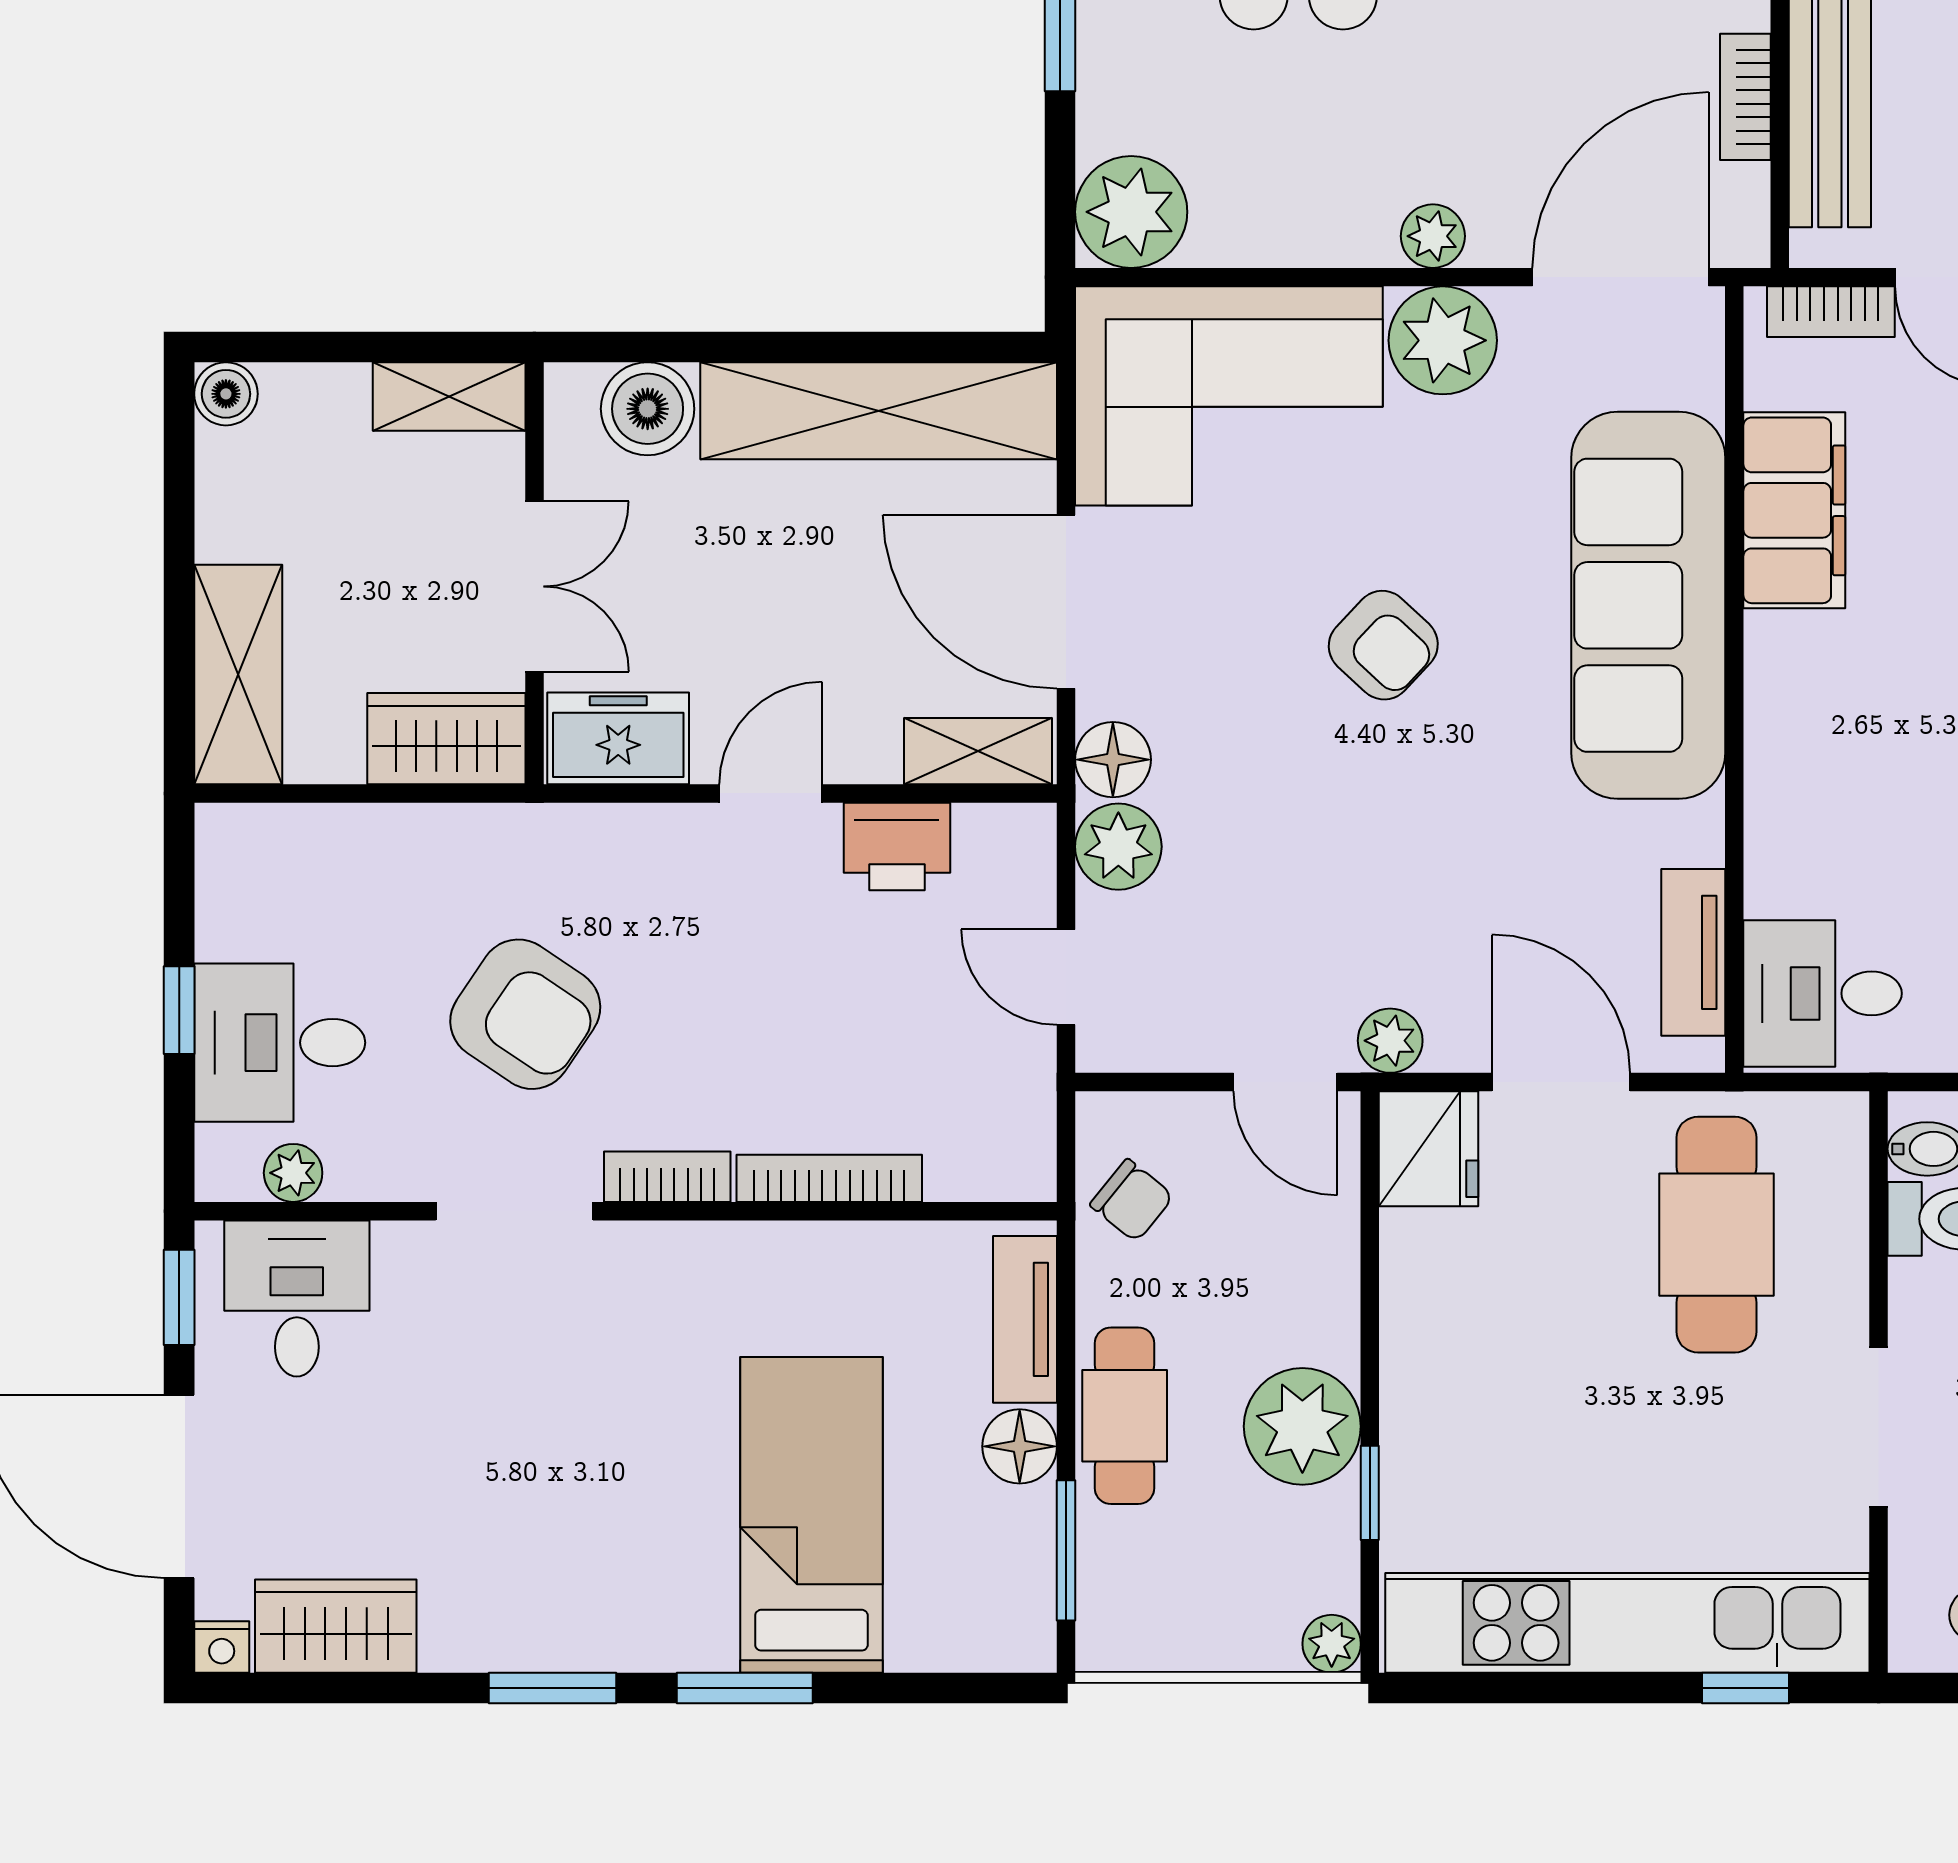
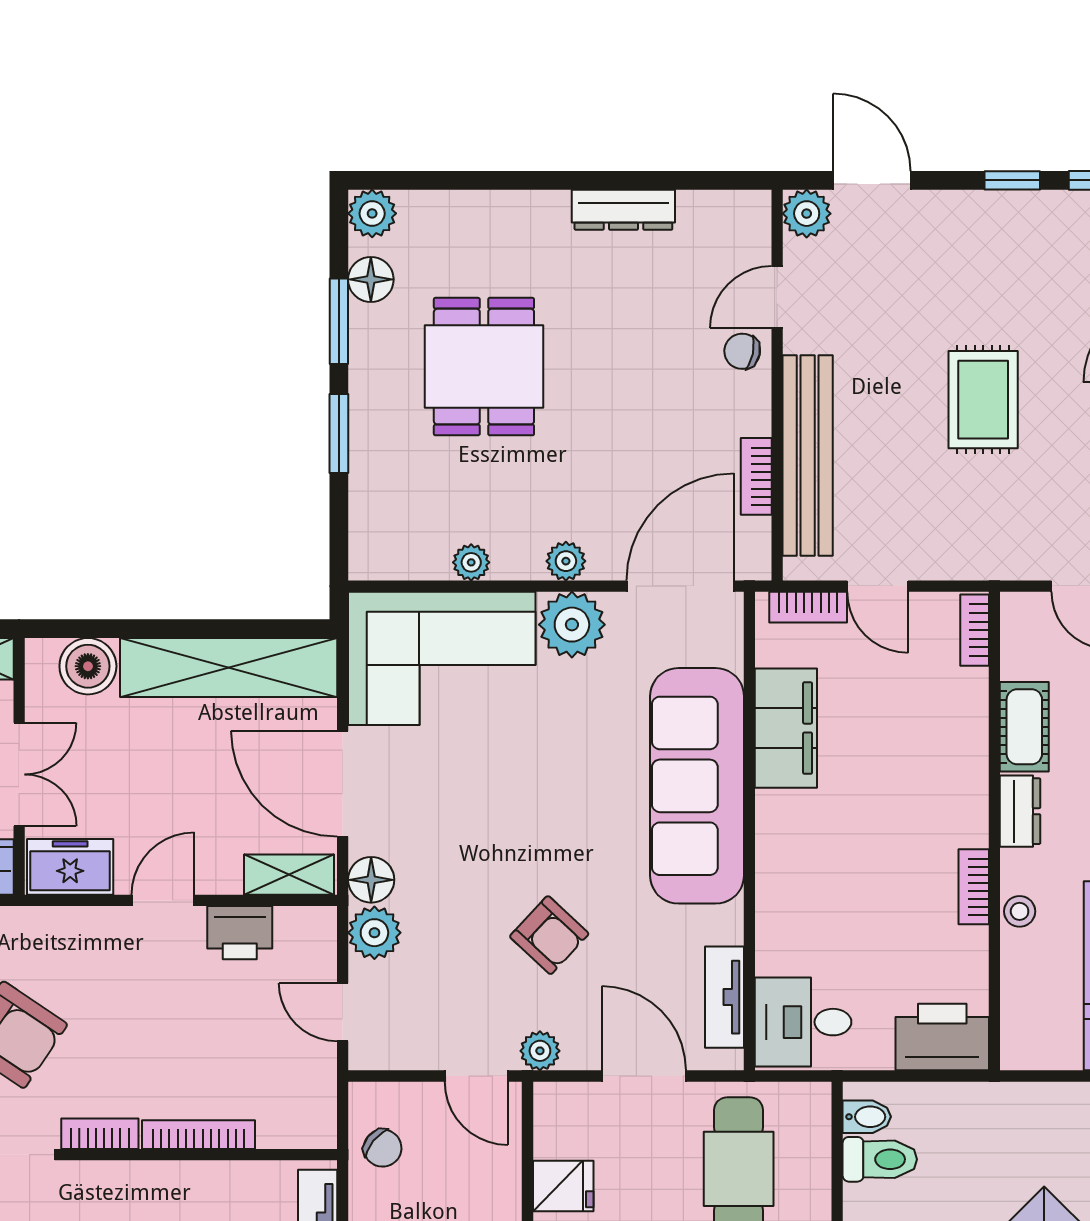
plant: (1131, 212) -> (471, 562), moved, width x0.53, depth x0.53
armchair: (1383, 645) -> (549, 935), moved
fridge: (1429, 1149) -> (563, 1186), moved, width x0.72

